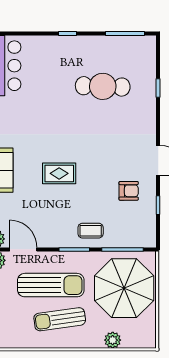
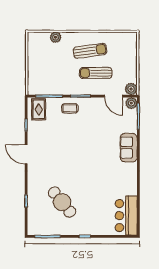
cafe table: (103, 86) -> (62, 202), turned 49
rug: (59, 173) -> (39, 109), moved, turned 90
armchair: (129, 191) -> (45, 134), removed
sun lounger: (51, 285) -> (96, 73), width x0.73, depth x0.75
parasol: (124, 288) -> (48, 71), removed

